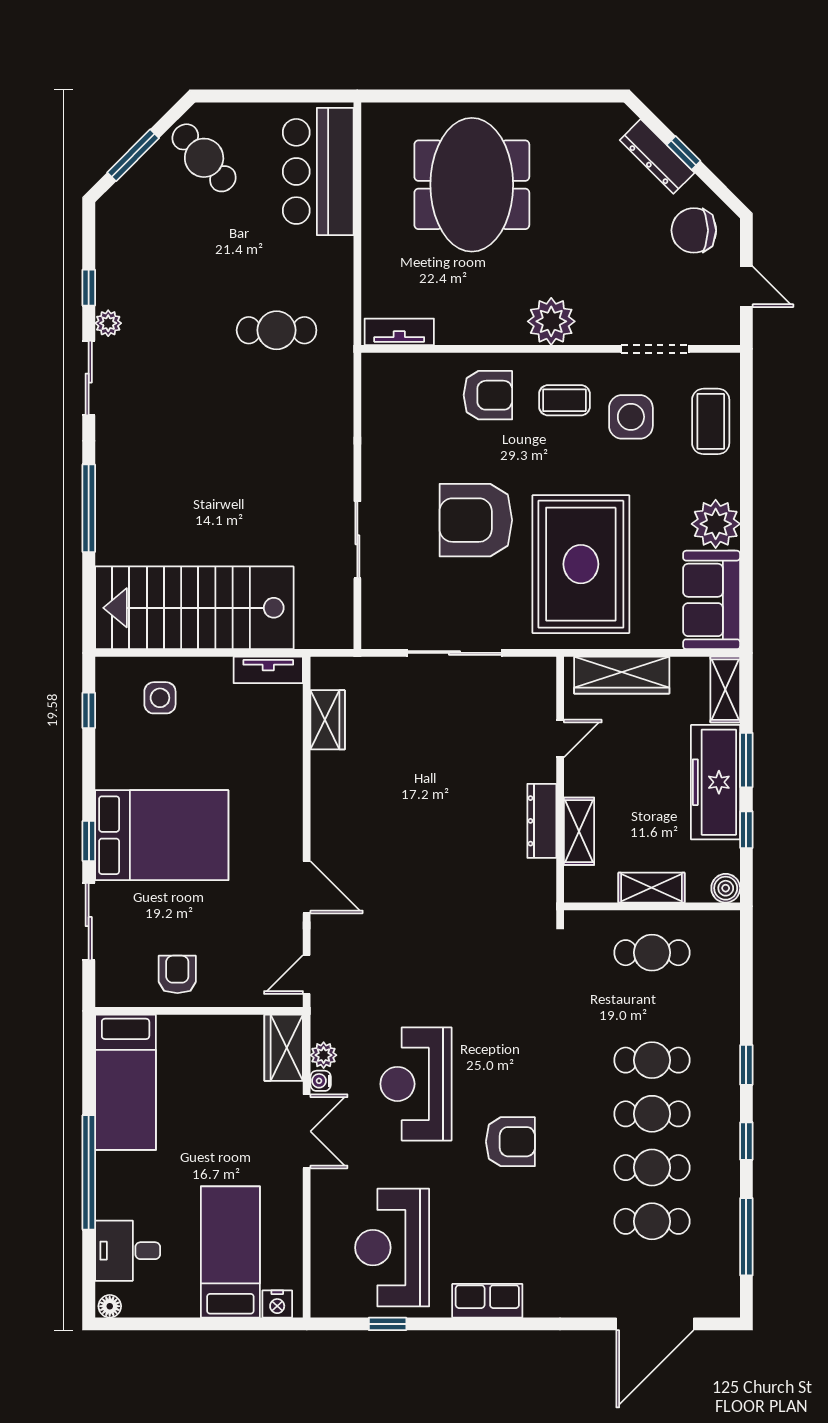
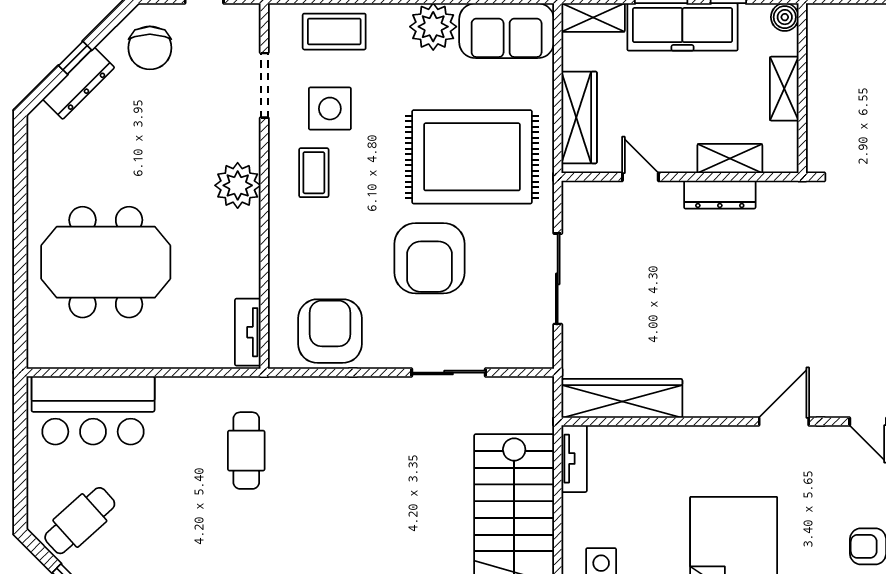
armchair: (488, 395) -> (330, 331), moved, width x1.36, depth x1.36
wardrobe: (328, 720) -> (622, 398), width x2.10, depth x1.17
cafe table: (652, 953) -> (847, 88), removed

